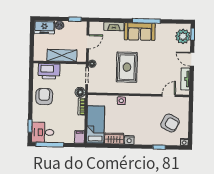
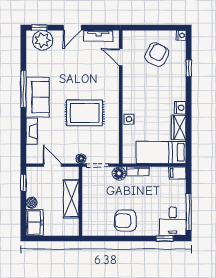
printer: (49, 71) -> (92, 215), removed

